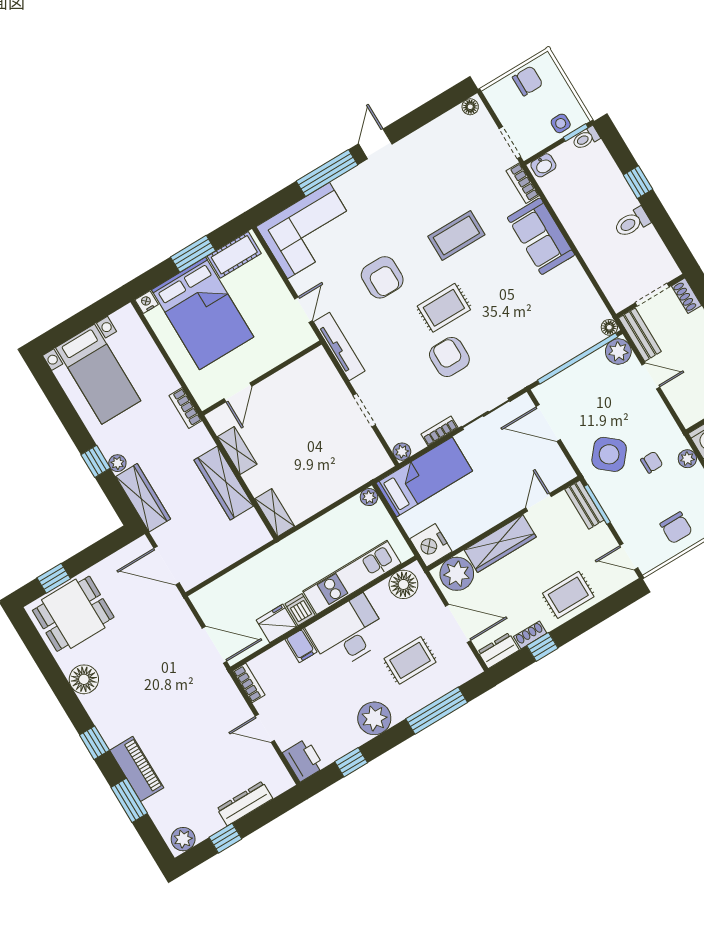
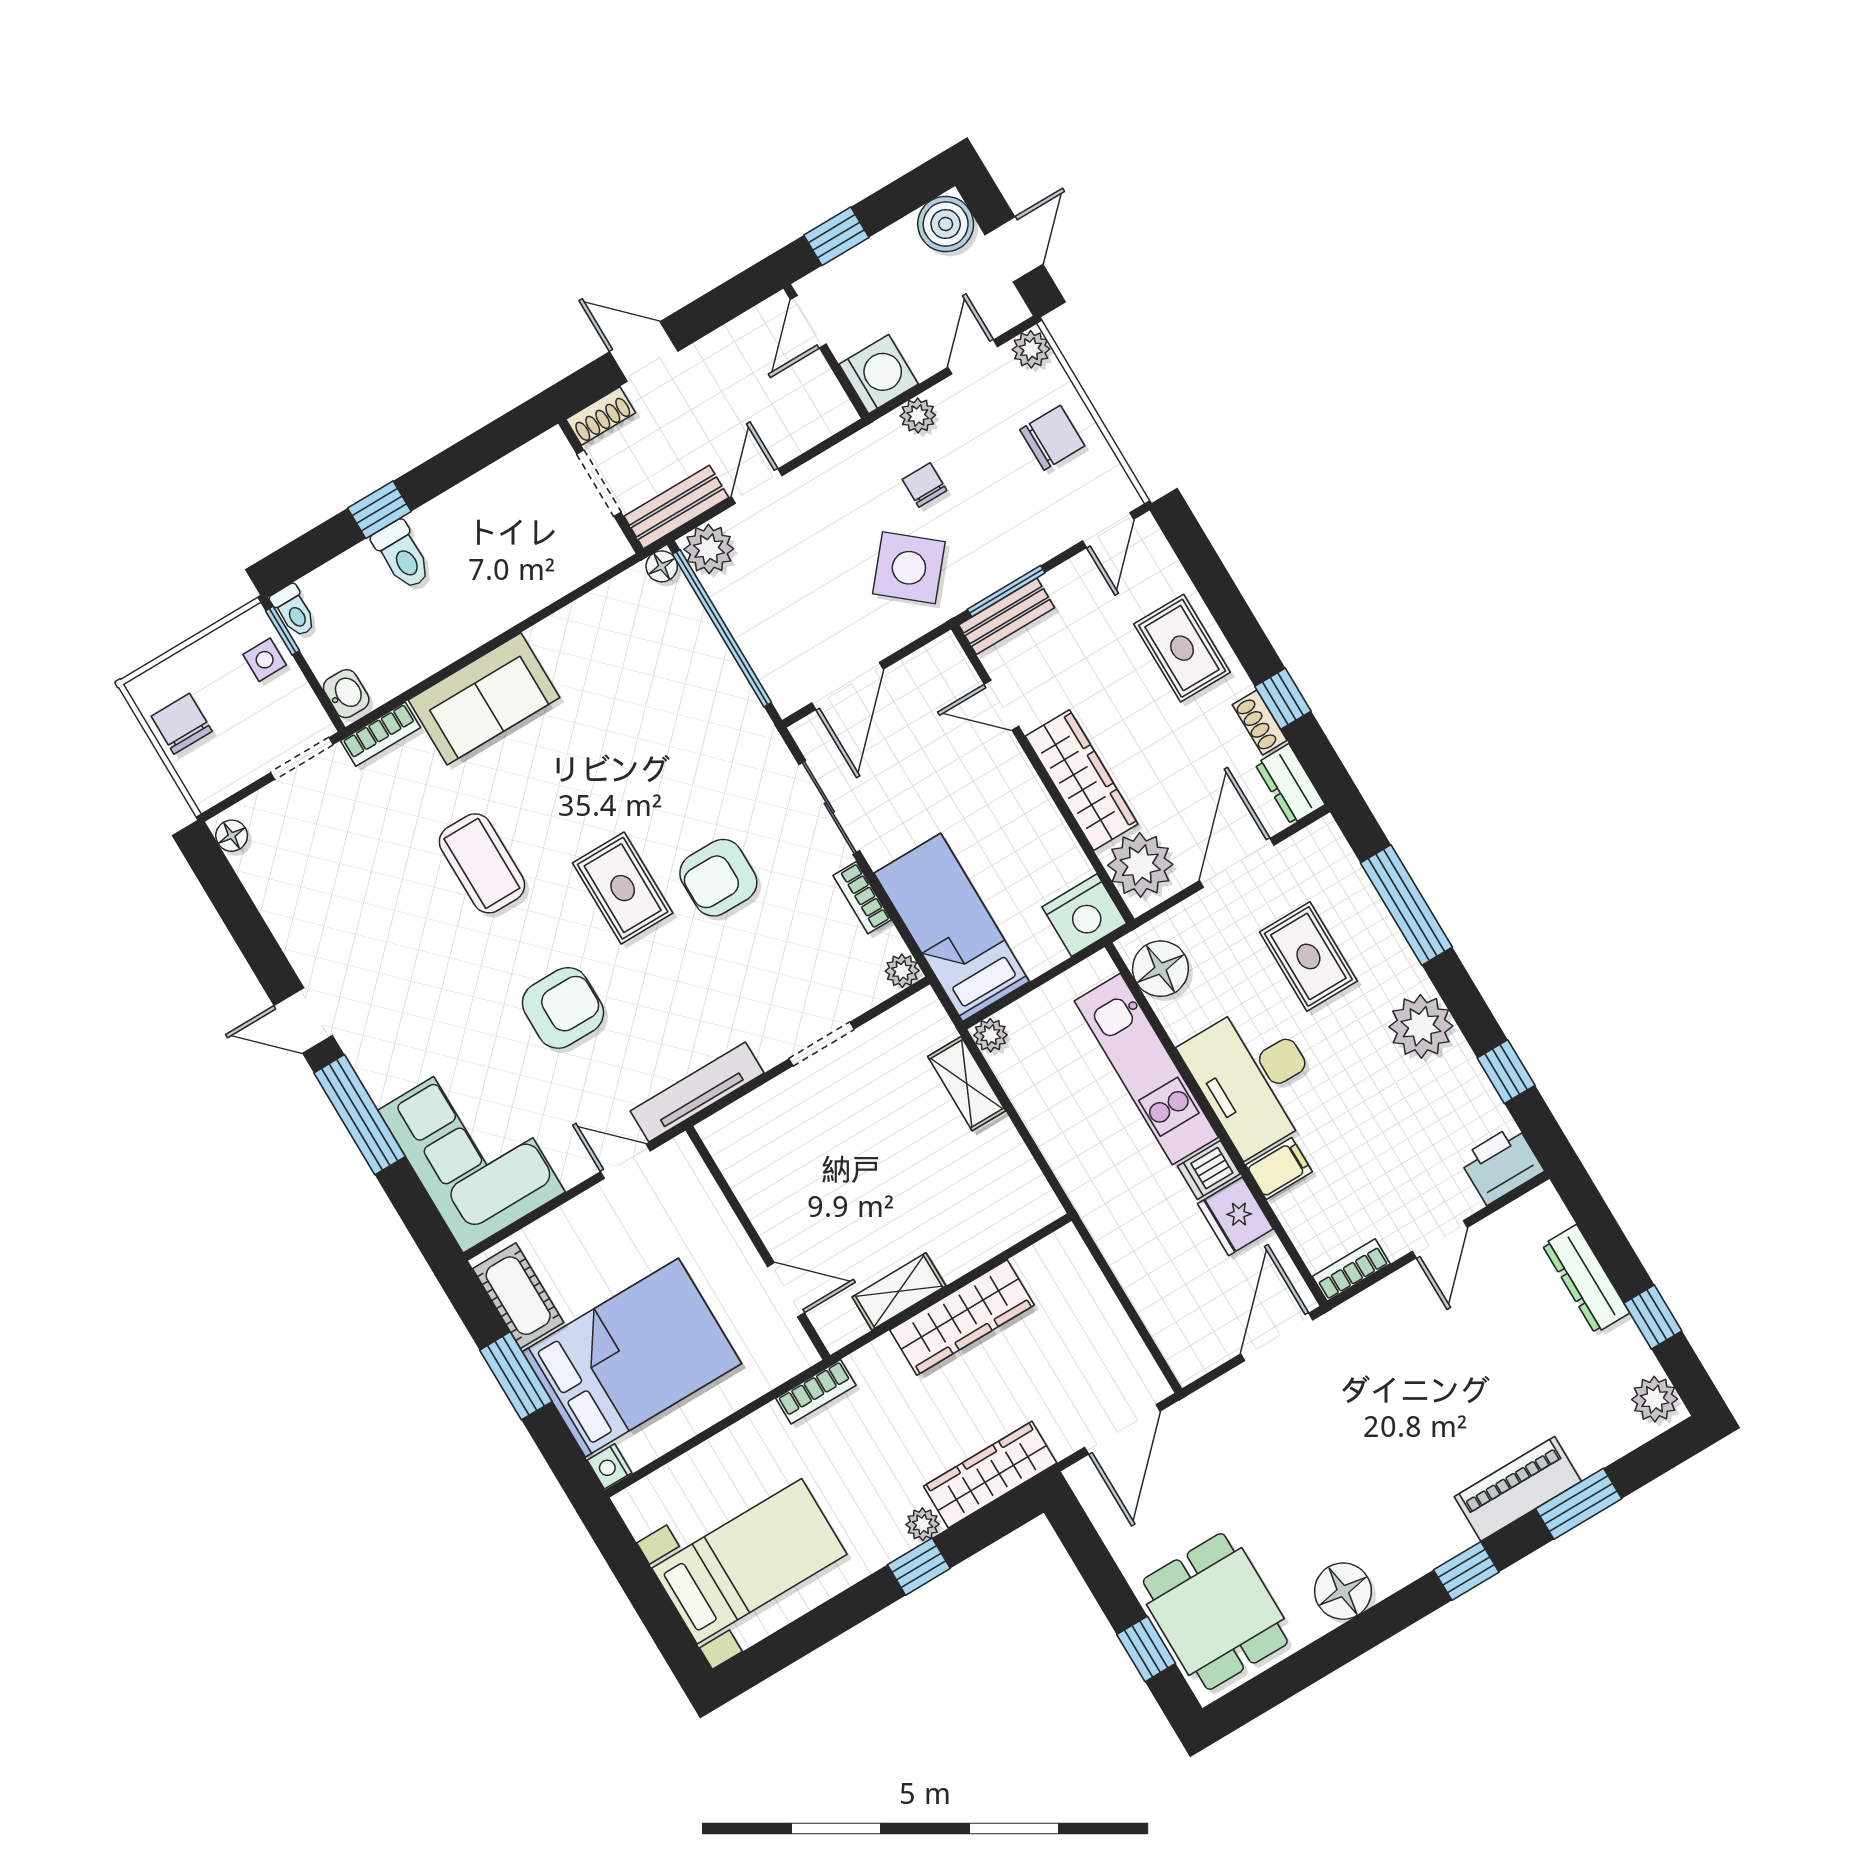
toilet: (632, 222) -> (402, 555), moved
shelving: (275, 513) -> (967, 1084), moved, turned 90

